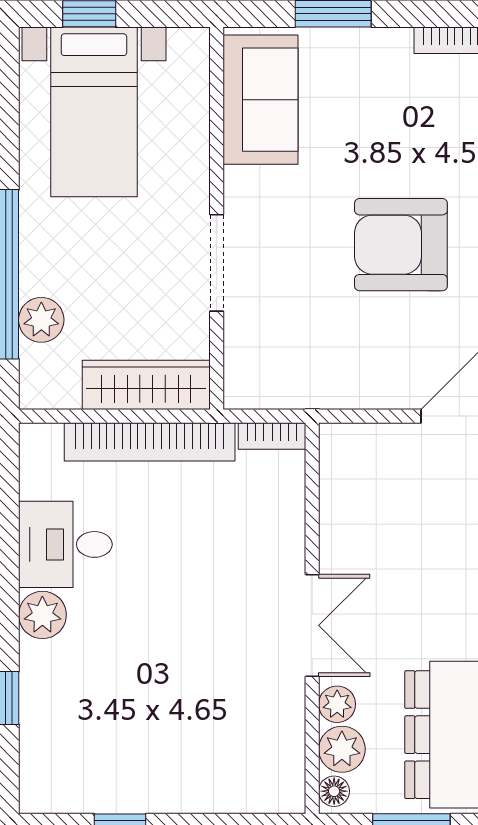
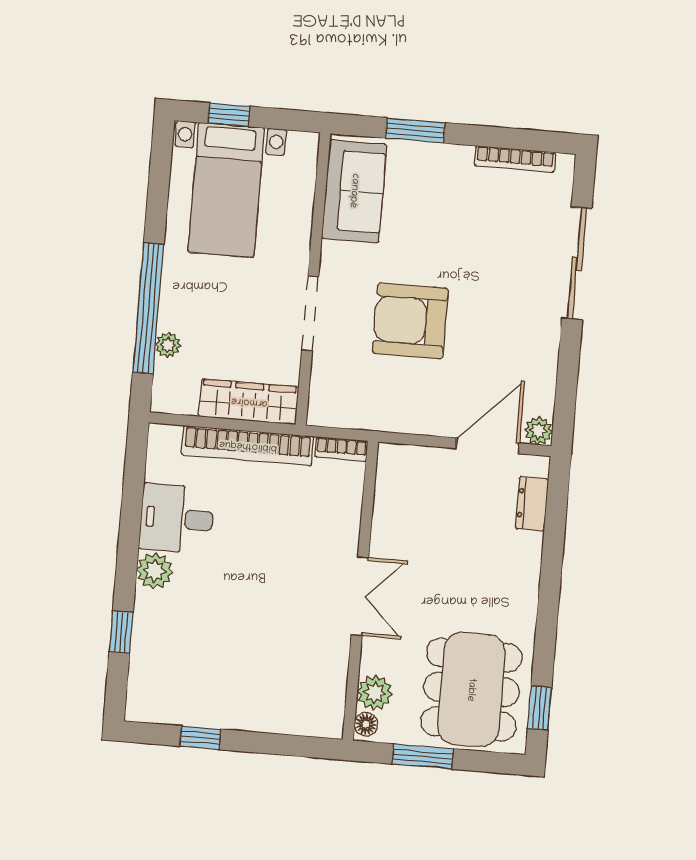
armchair: (401, 245) -> (410, 321), moved
plant: (41, 320) -> (168, 345), width x0.73, depth x0.73
plant: (337, 704) -> (374, 658), removed

